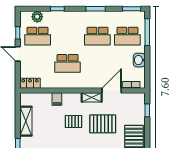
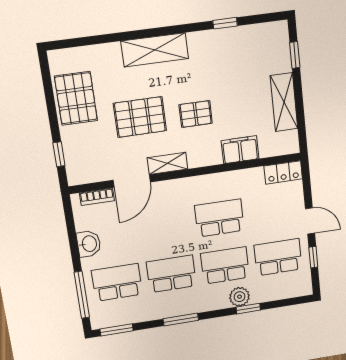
plant: (37, 17) -> (239, 297), moved
school desk: (68, 36) -> (225, 265), added
filing cabinet: (57, 99) -> (240, 150), width x2.00

